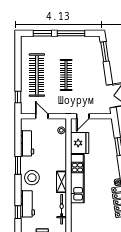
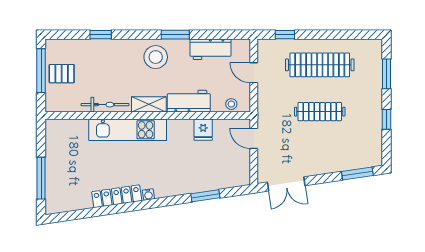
window: (71, 33) -> (387, 119), width x0.46
door: (42, 116) -> (254, 73), swing flipped
fridge: (80, 143) -> (203, 130), width x0.53, depth x0.75
kitchen unit: (77, 179) -> (128, 130), moved
workbench: (27, 204) -> (189, 101), moved, turned 180

